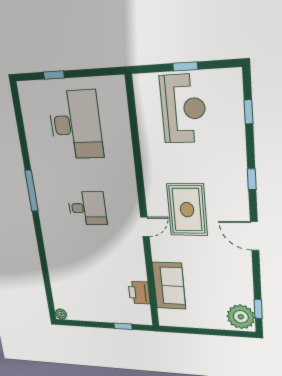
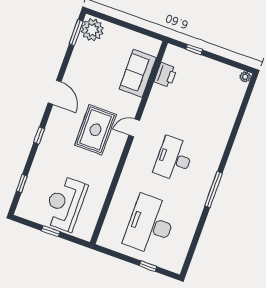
desk: (87, 208) -> (174, 159), width x1.37
window: (258, 309) -> (76, 33), width x1.50

